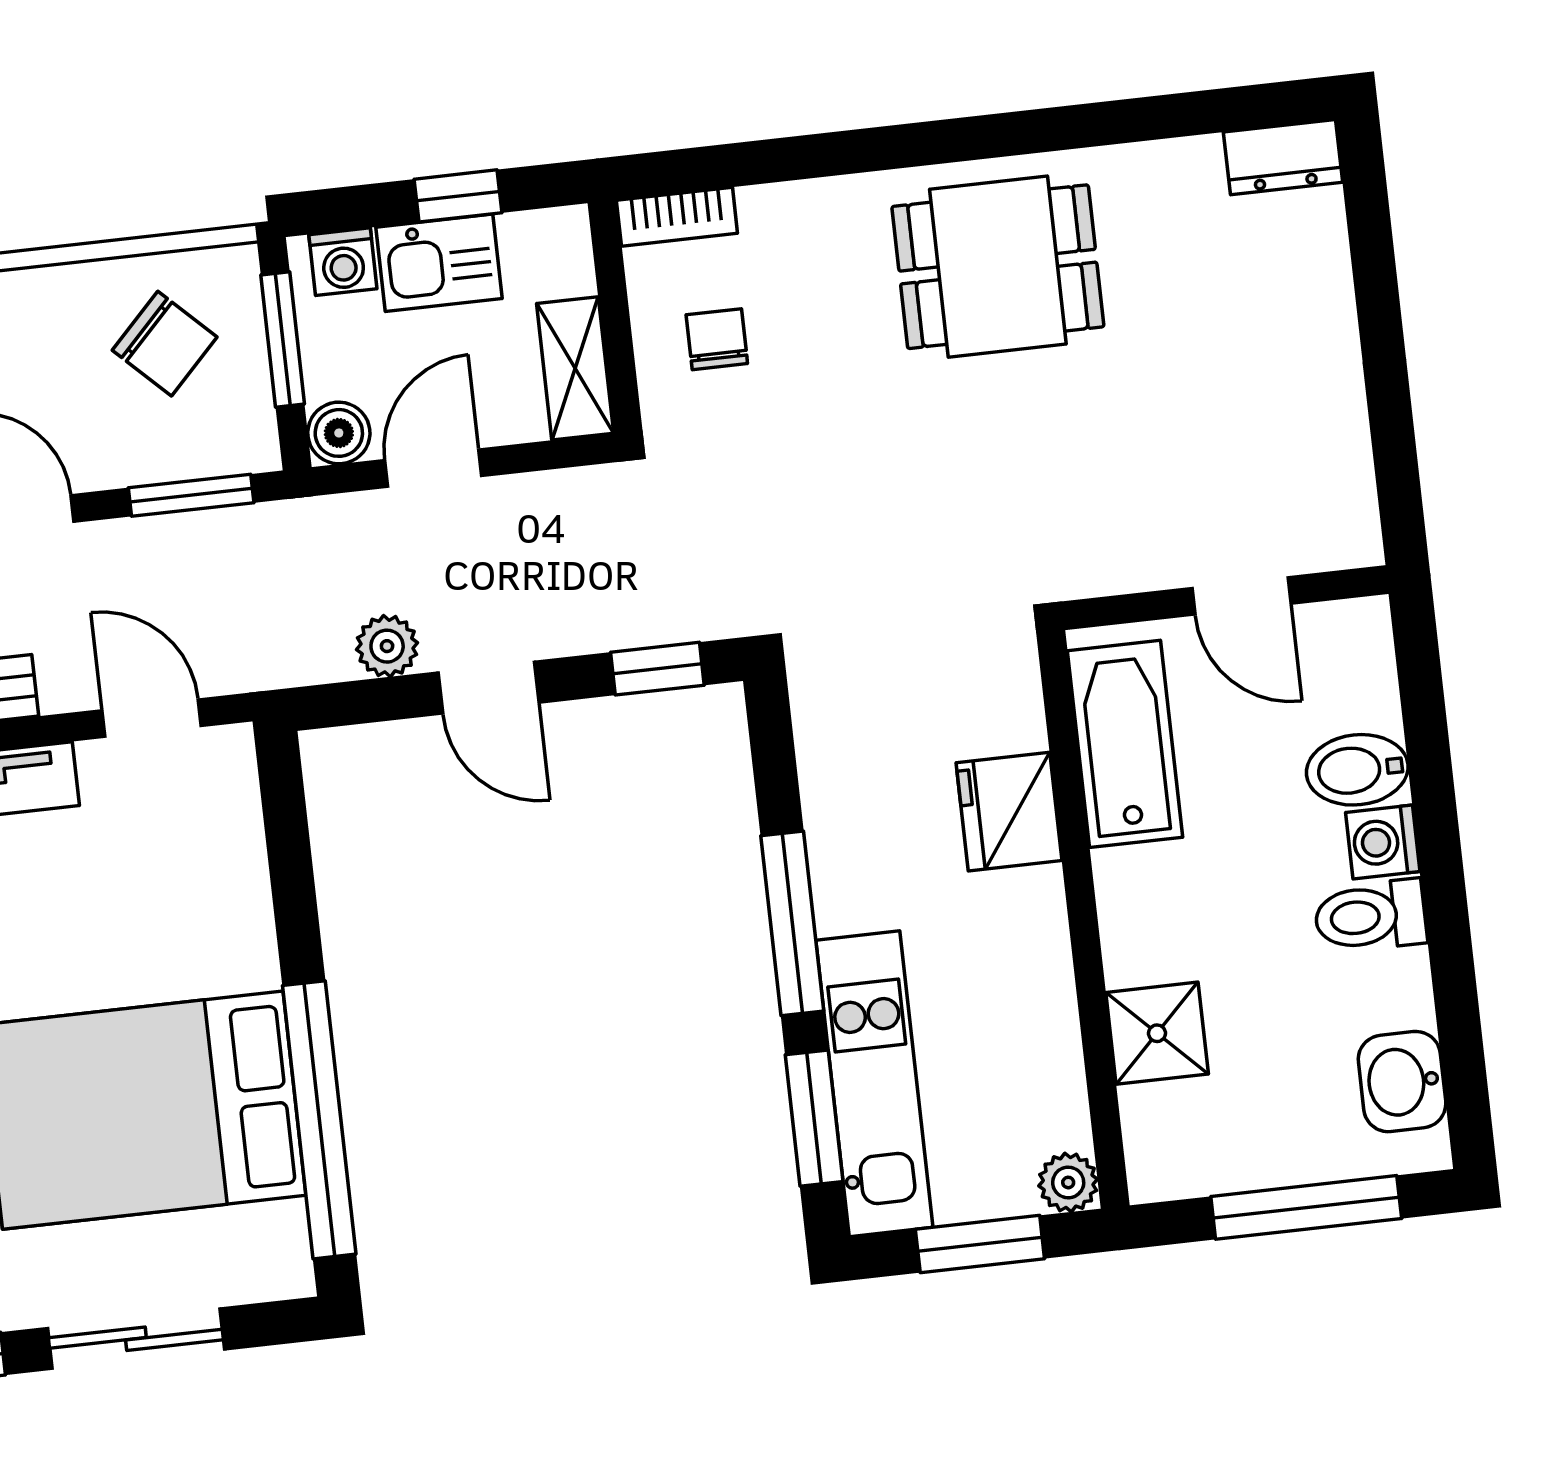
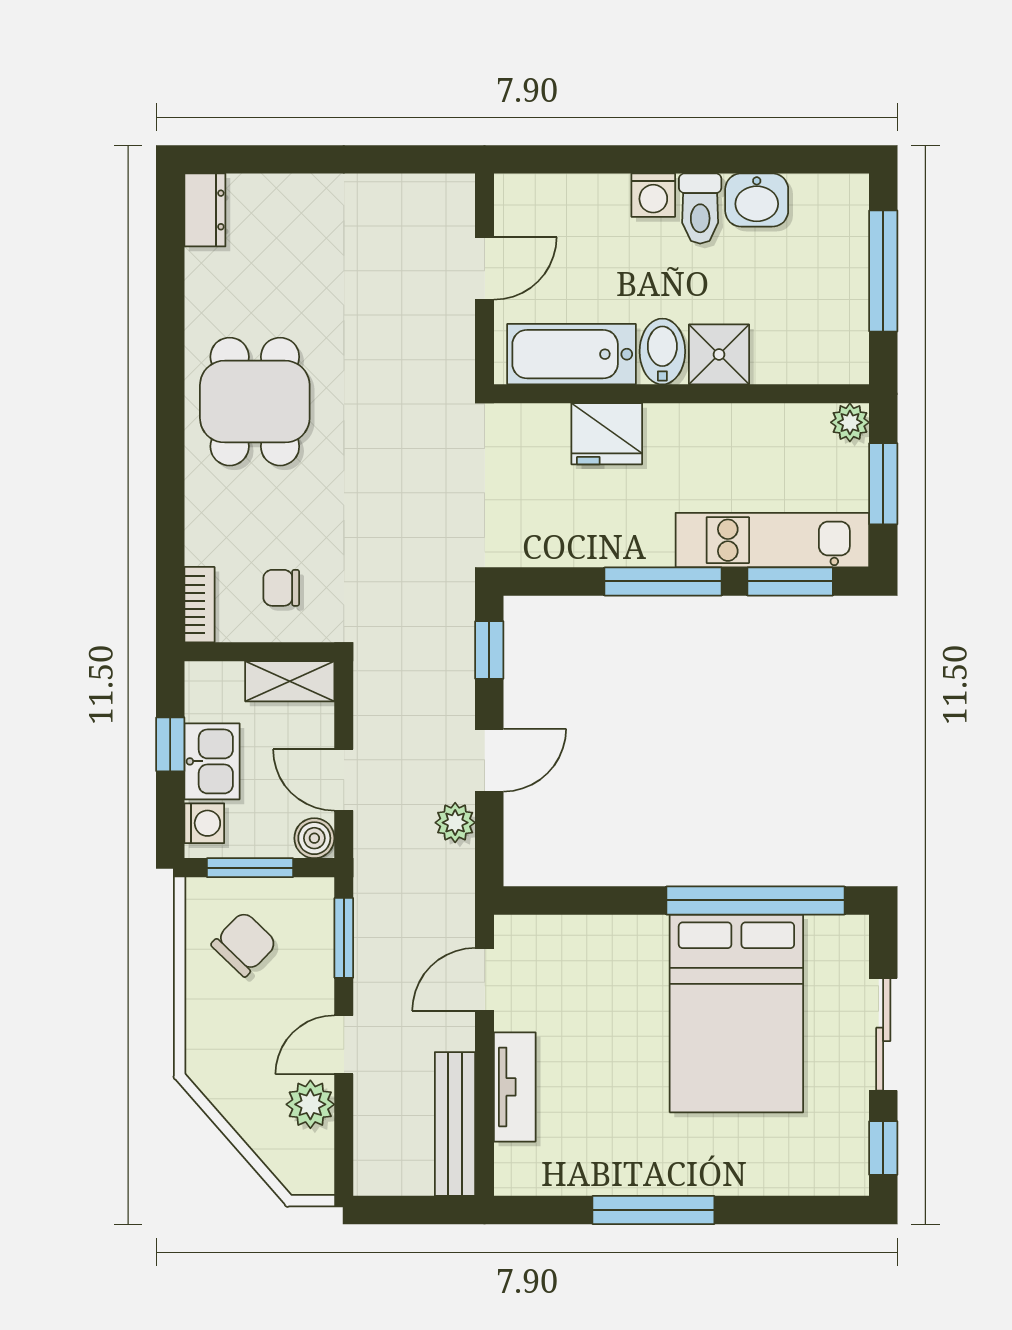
bidet: (1357, 770) -> (662, 351), moved, turned 180
shower: (1157, 1033) -> (719, 354), moved
washbasin: (1402, 1082) -> (757, 200), moved

